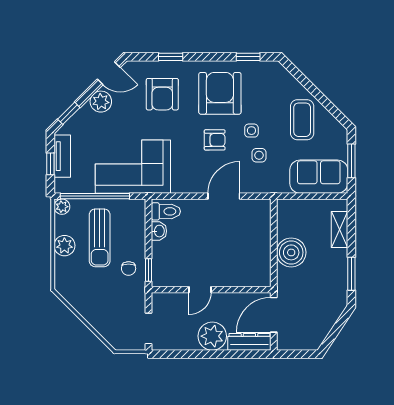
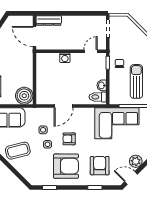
armchair: (220, 93) -> (66, 166), turned -90
coffee table: (302, 120) -> (18, 151), turned 76
boiler: (291, 252) -> (24, 96), moved
washing machine: (222, 278) -> (65, 58), added
door: (200, 290) -> (91, 51), moved
door: (274, 315) -> (34, 36), swing flipped
plant: (212, 336) -> (70, 24), removed

